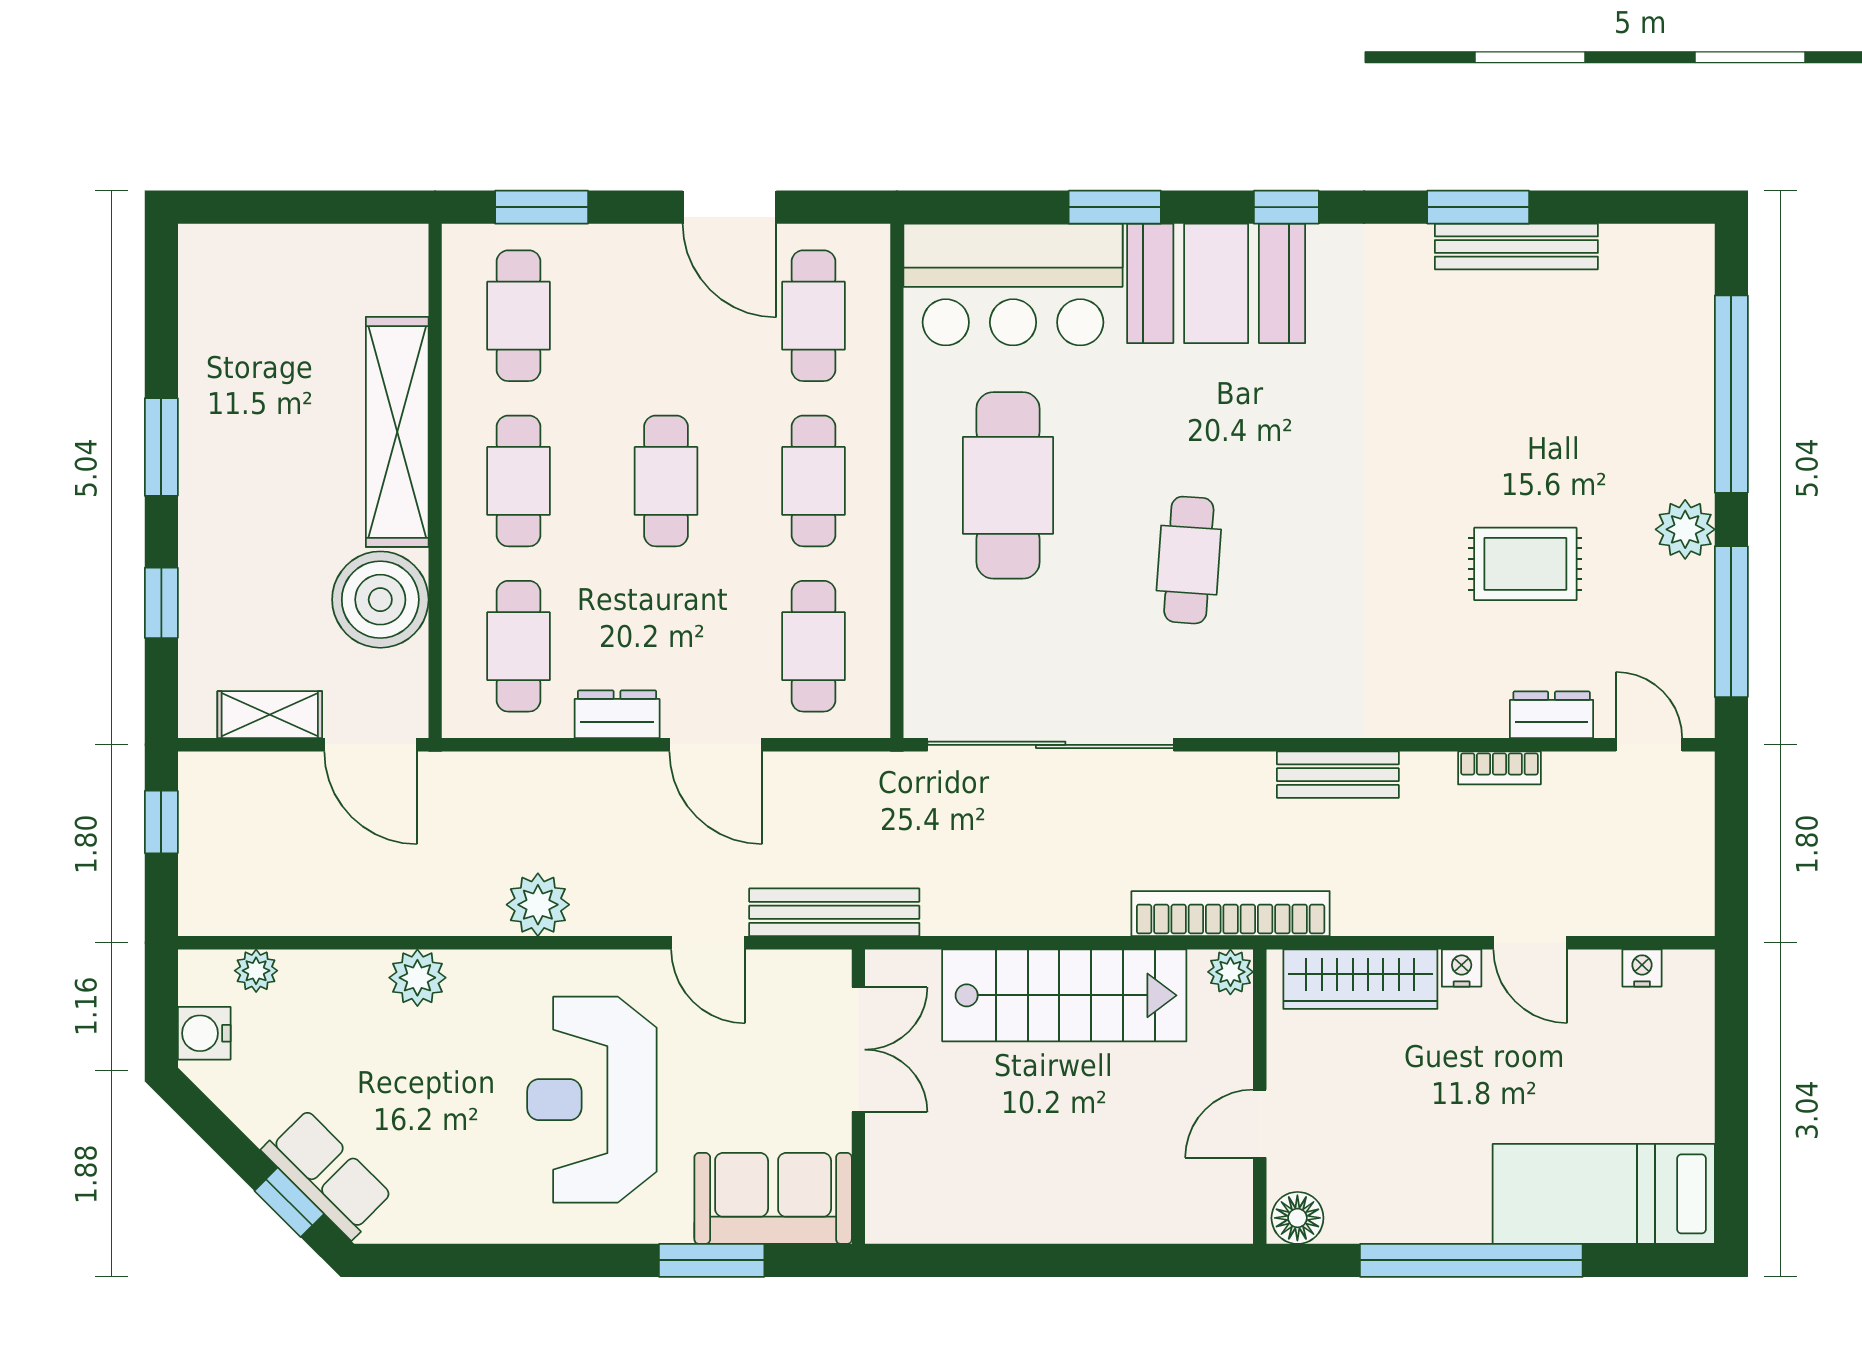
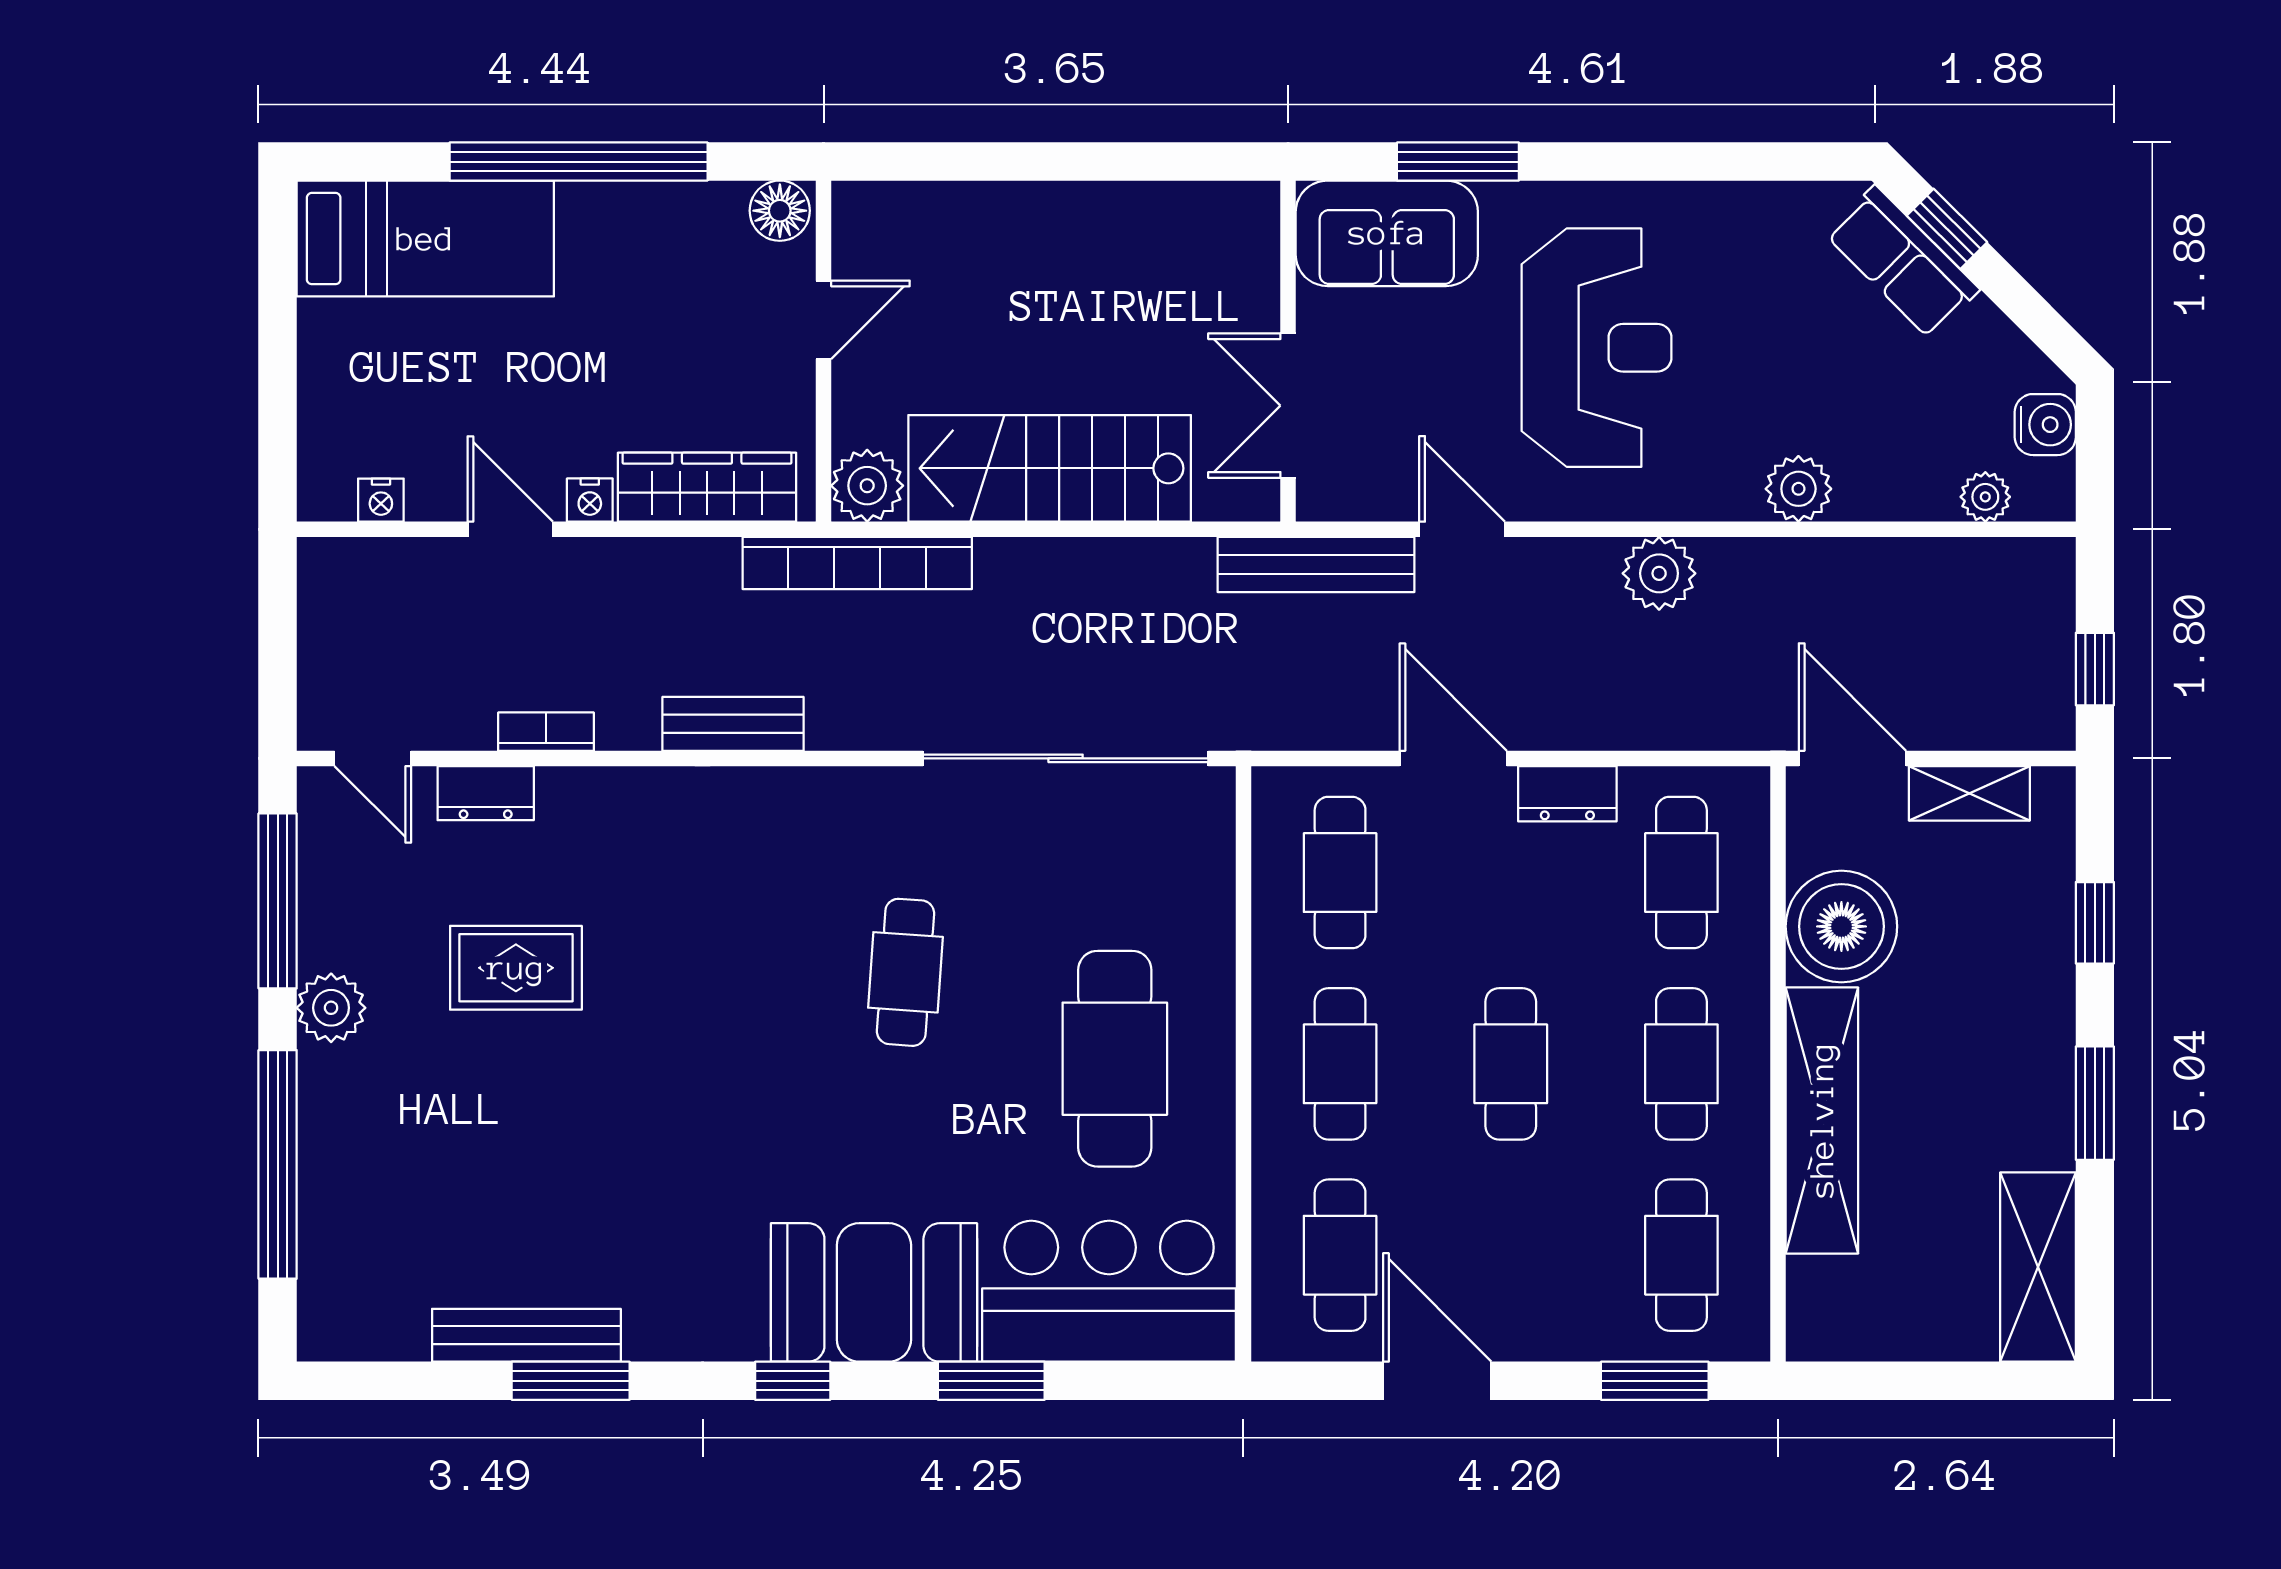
shelving: (211, 305) -> (2038, 1267), added
plant: (1230, 972) -> (867, 486), width x1.38, depth x1.38

